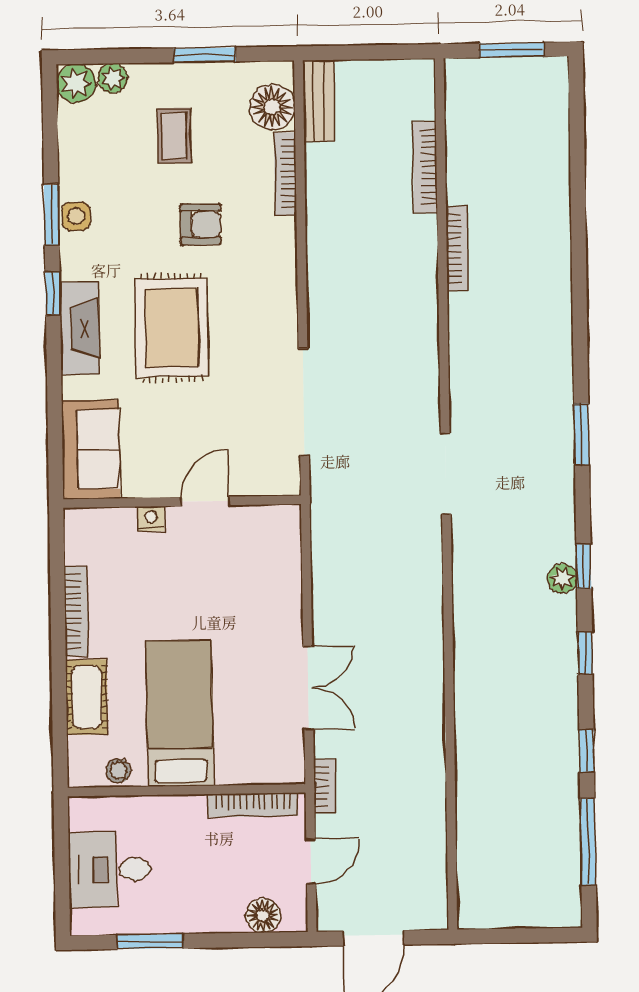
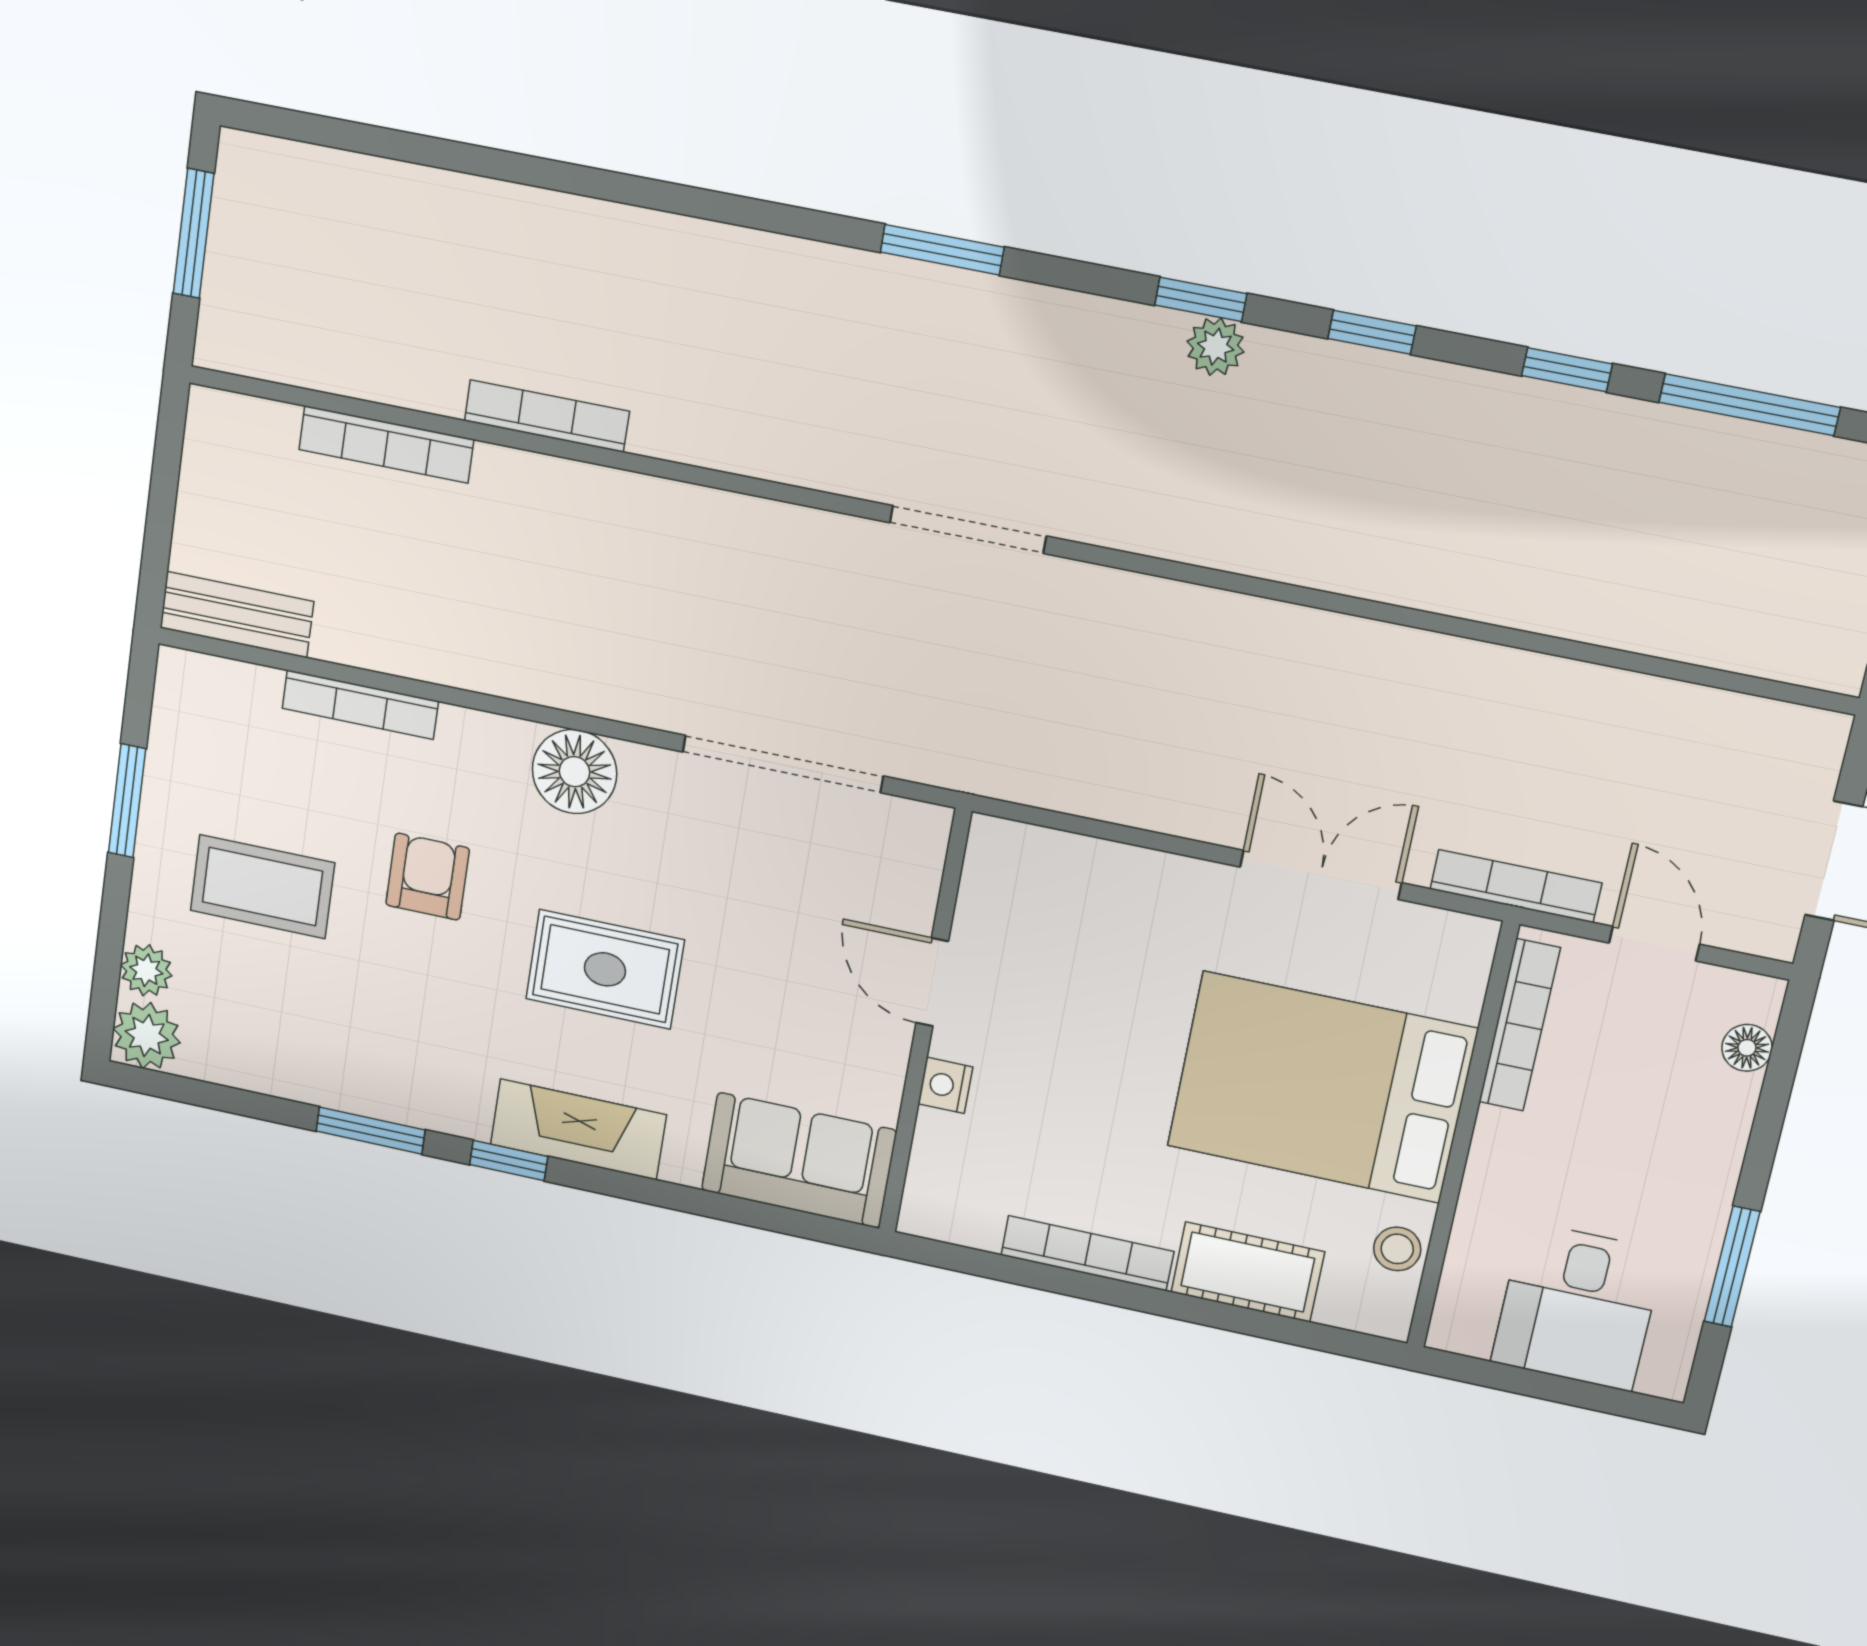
floor lamp: (272, 107) -> (575, 772), moved
coffee table: (174, 136) -> (262, 887), width x1.36, depth x1.30
side table: (76, 216) -> (379, 1089), removed
rug: (172, 328) -> (605, 969), width x0.73, depth x0.70
bed: (180, 713) -> (1322, 1087), width x1.50
bookcase: (325, 786) -> (1516, 886), width x1.56
floor lamp: (263, 915) -> (1747, 1048), width x0.73, depth x0.73

